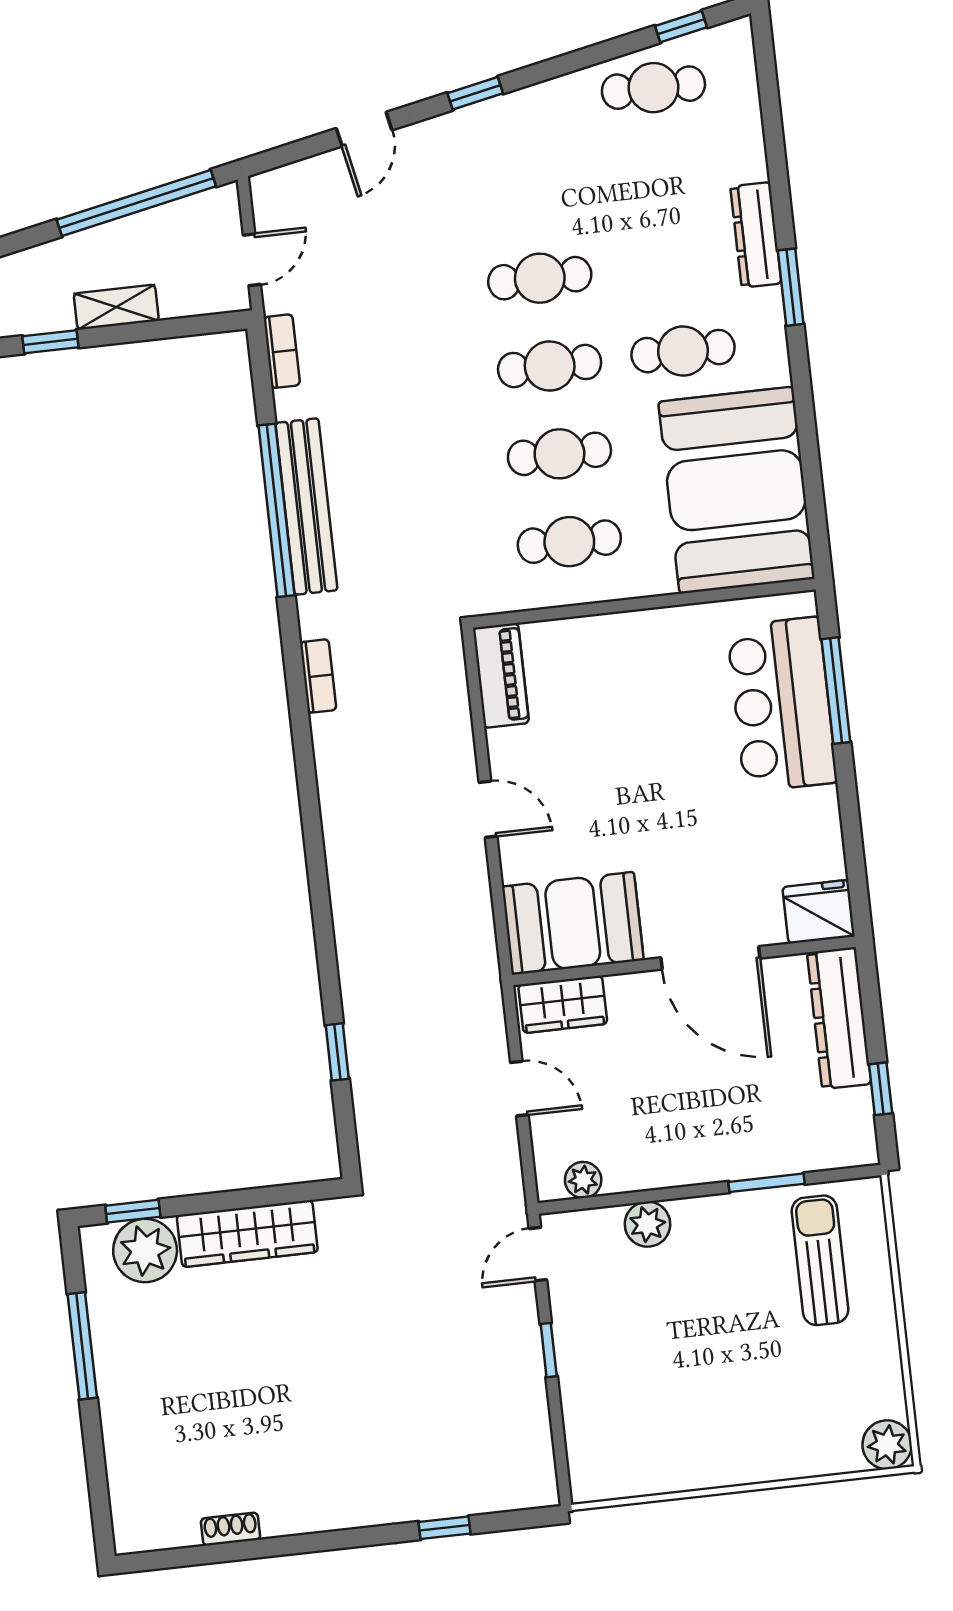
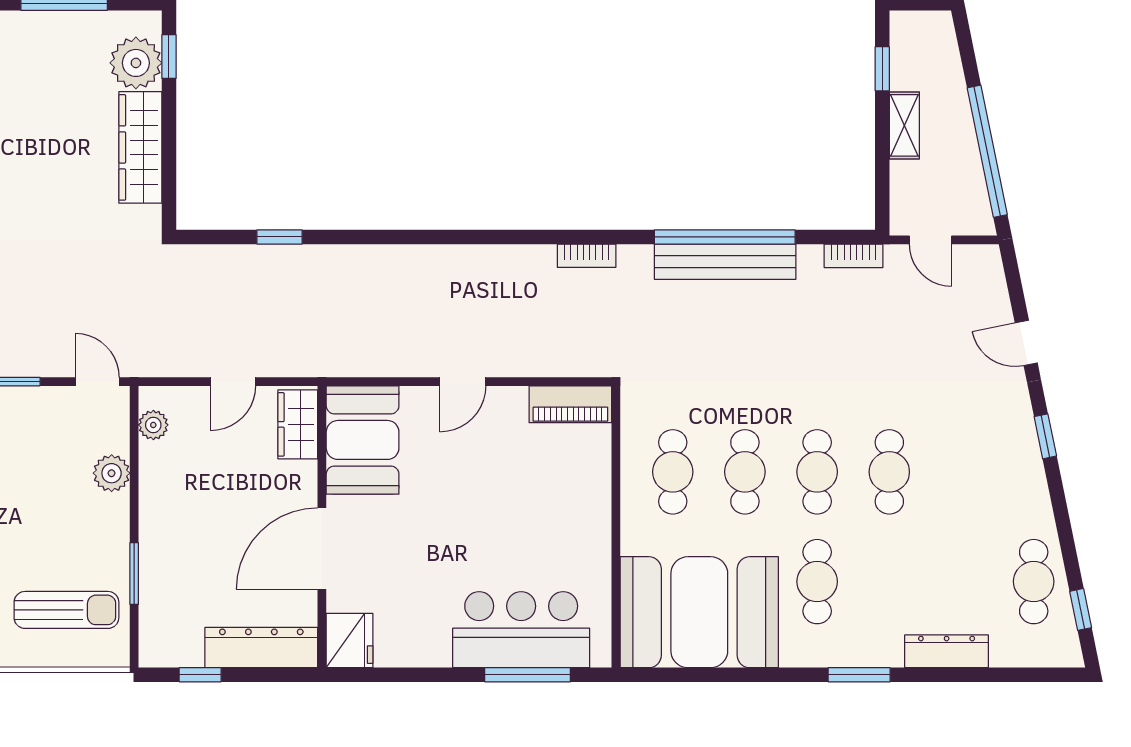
dresser: (756, 235) -> (947, 651), moved

